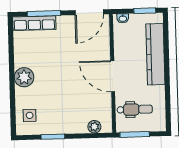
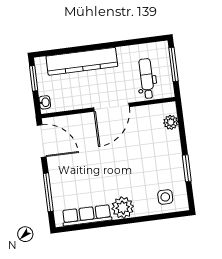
row of seats: (34, 23) -> (87, 215), moved, turned -90
window: (135, 134) -> (173, 64), moved

